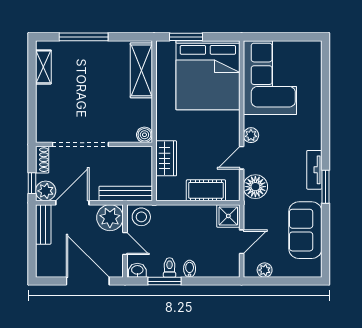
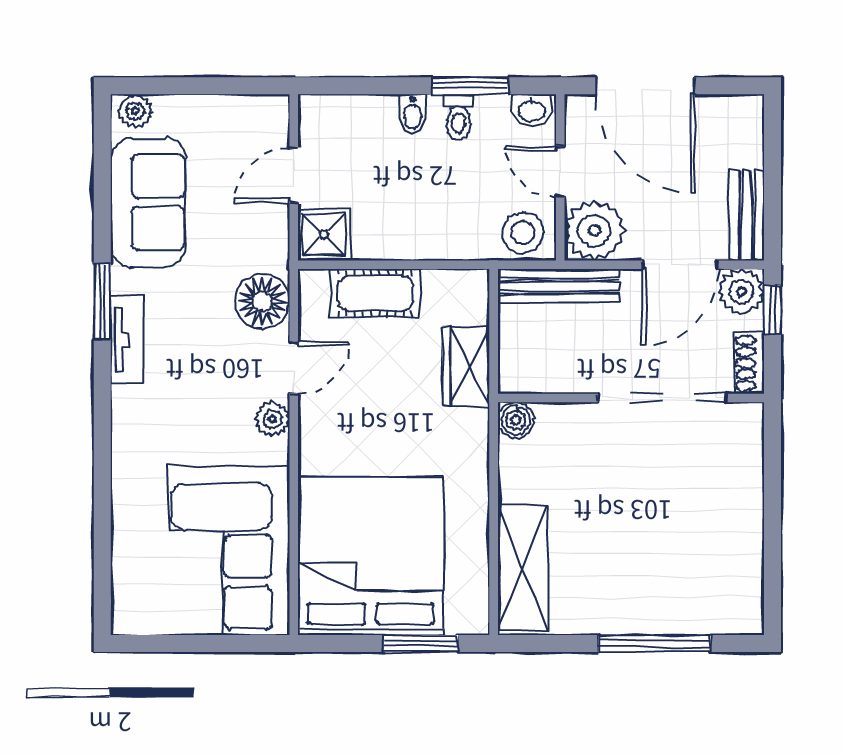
shelving: (43, 67) -> (747, 575), removed
plant: (265, 270) -> (135, 111), moved

